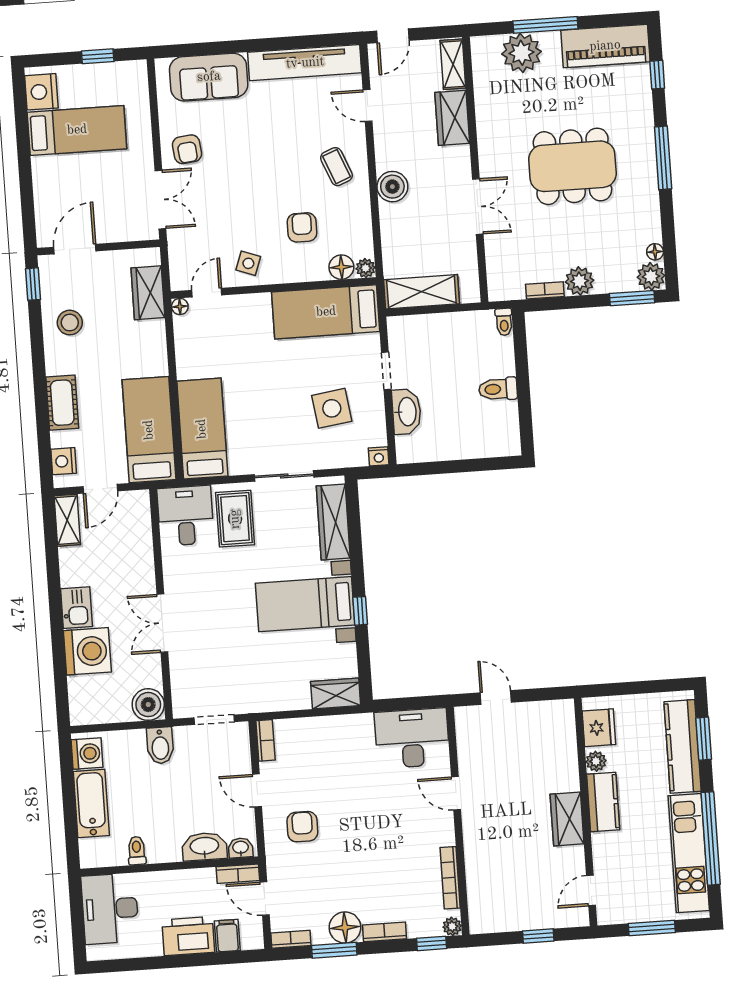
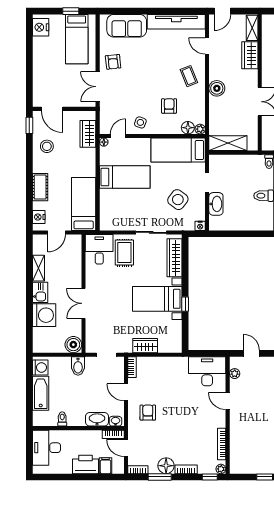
bed: (77, 130) -> (77, 39), moved, turned 90
double door: (160, 200) -> (98, 87), swing flipped
door: (75, 249) -> (52, 109), swing flipped
side table: (332, 408) -> (178, 200), turned 45
bed: (202, 429) -> (125, 177), moved, turned 90
shelving: (67, 520) -> (38, 268), moved
wardrobe: (336, 693) -> (145, 346), moved
plant: (466, 739) -> (235, 374), added

